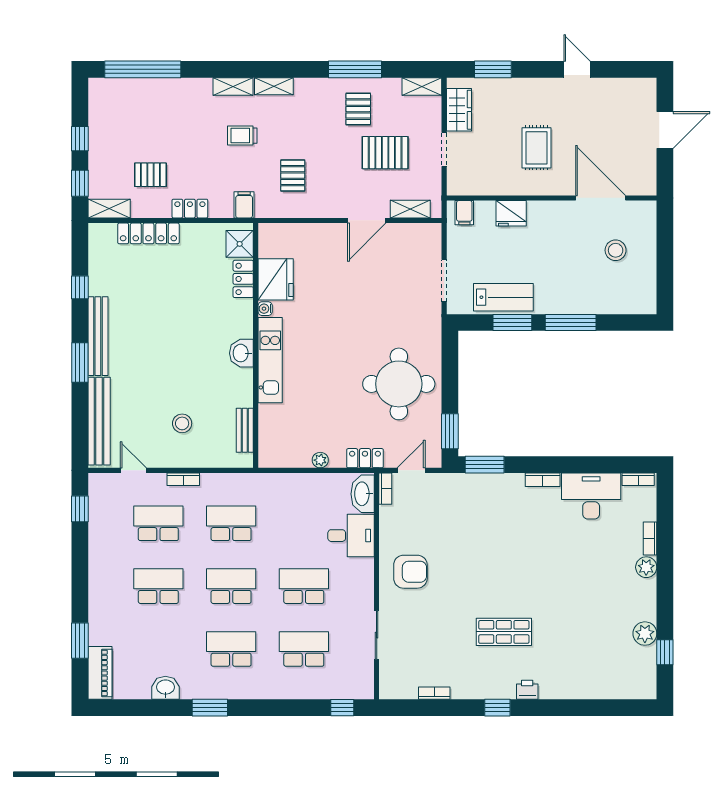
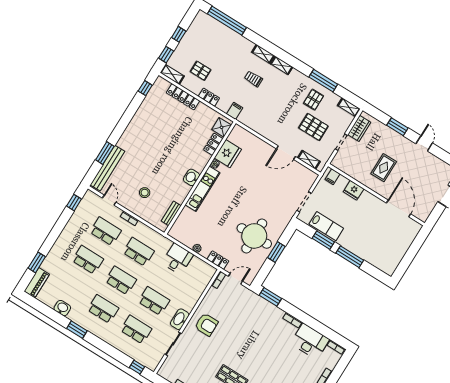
window: (493, 69) -> (397, 127), moved
pallet: (293, 176) -> (265, 111), removed
stool: (616, 250) -> (391, 237), removed
window: (80, 287) -> (145, 88), moved
bench: (98, 336) -> (131, 129), removed
window: (80, 363) -> (105, 153), moved
window: (450, 431) -> (276, 252), moved
washbasin: (363, 494) -> (180, 319), moved
desk: (351, 536) -> (178, 259), moved, turned -90

